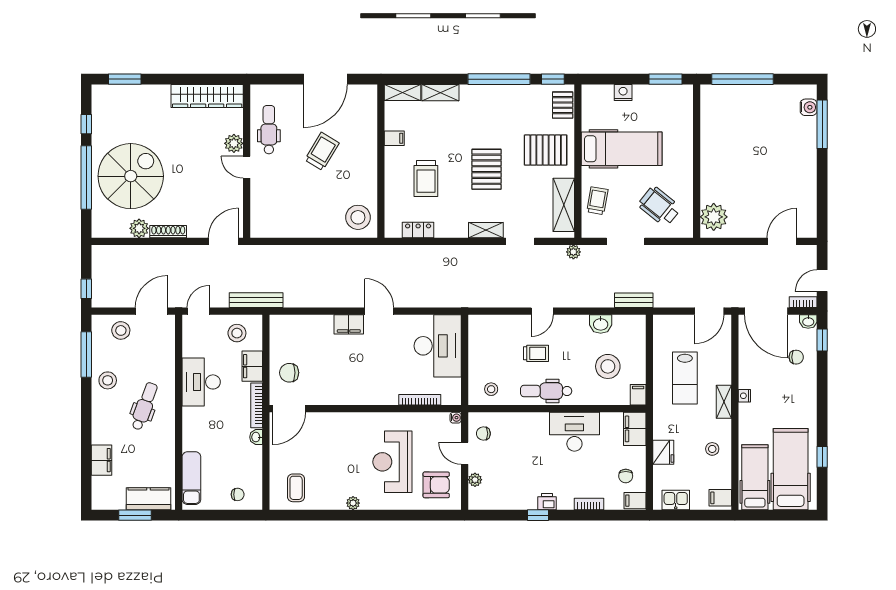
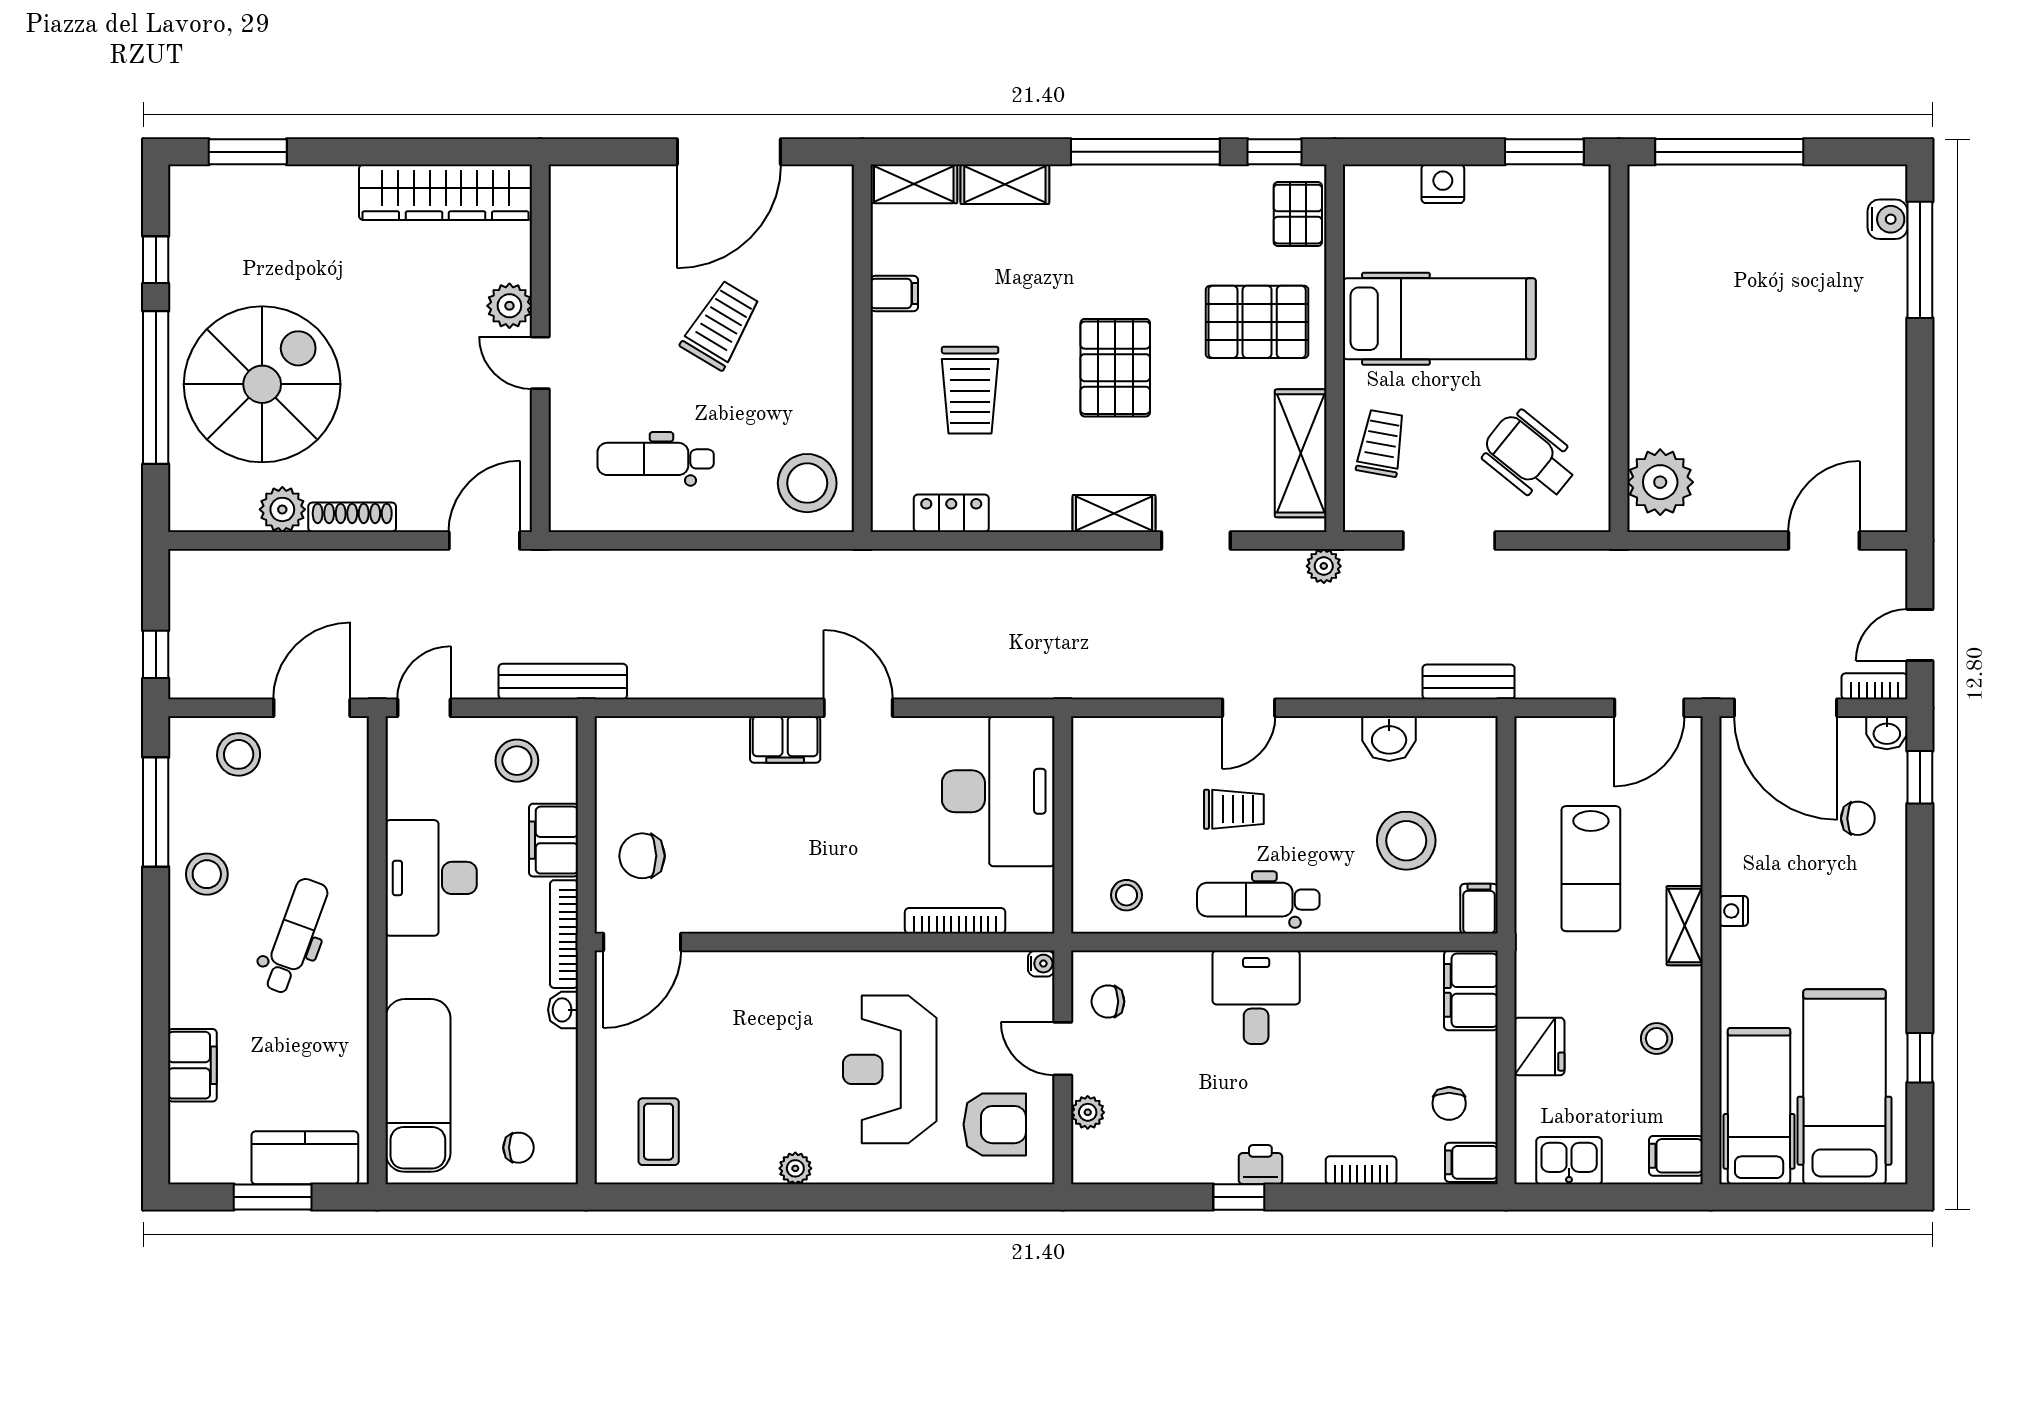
dental chair: (269, 130) -> (656, 459), moved, turned -90
desk: (574, 432) -> (1256, 997), moved, width x0.73
exam couch: (191, 478) -> (418, 1085), width x1.36, depth x1.45

